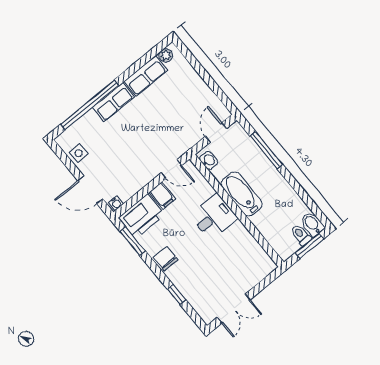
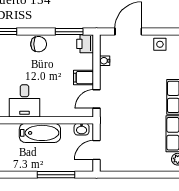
door: (216, 133) -> (97, 150), swing flipped
water cooler: (116, 203) -> (105, 61), moved
printer: (142, 216) -> (85, 44), width x0.53, depth x0.68
desk: (214, 217) -> (24, 101), moved

